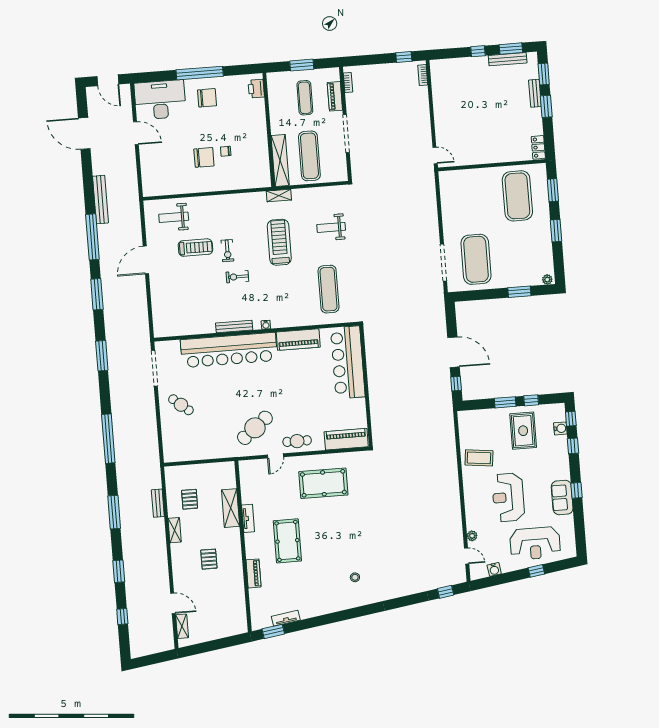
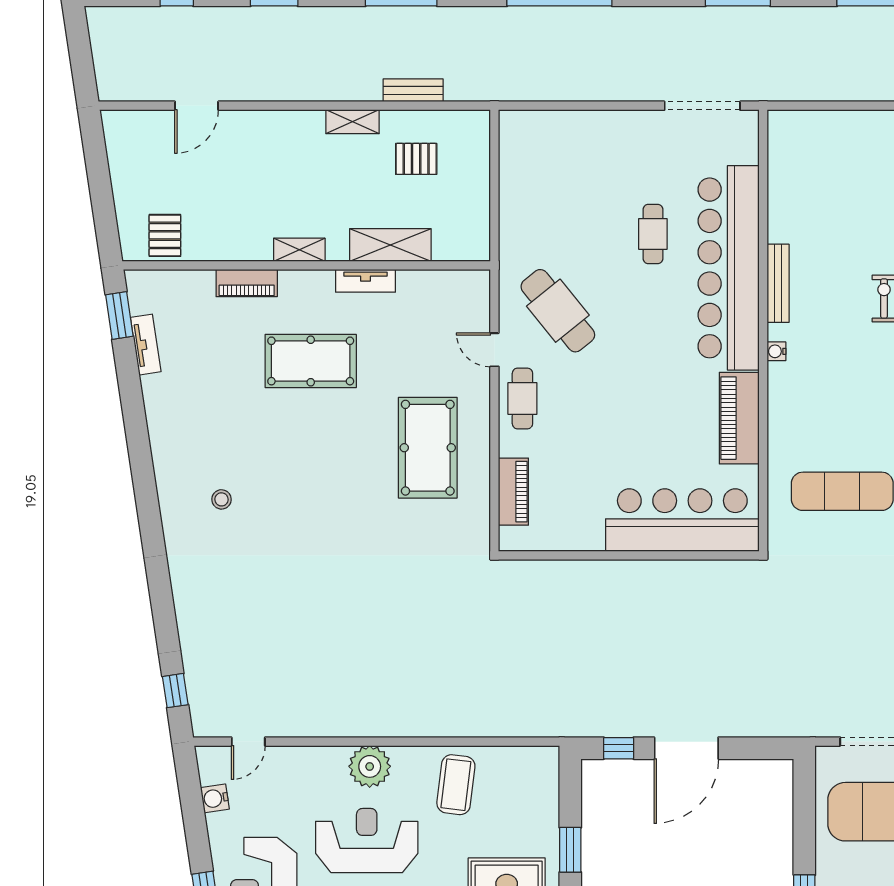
cafe table: (181, 405) -> (653, 234), moved, turned -40
piano: (346, 439) -> (513, 492), width x0.73, depth x0.75
plant: (472, 536) -> (370, 766), moved, width x1.88, depth x1.88
pallet: (209, 559) -> (165, 235), moved, turned 90
shelving: (182, 626) -> (299, 250), moved

